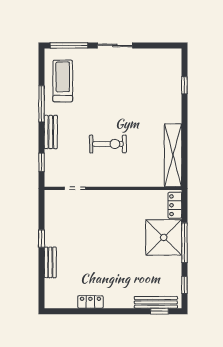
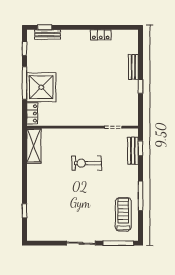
treadmill: (63, 81) -> (123, 214), turned 180
bench: (51, 132) -> (133, 151), moved
shelving: (173, 155) -> (34, 146), width x0.68
bench: (156, 302) -> (48, 35), width x0.73

